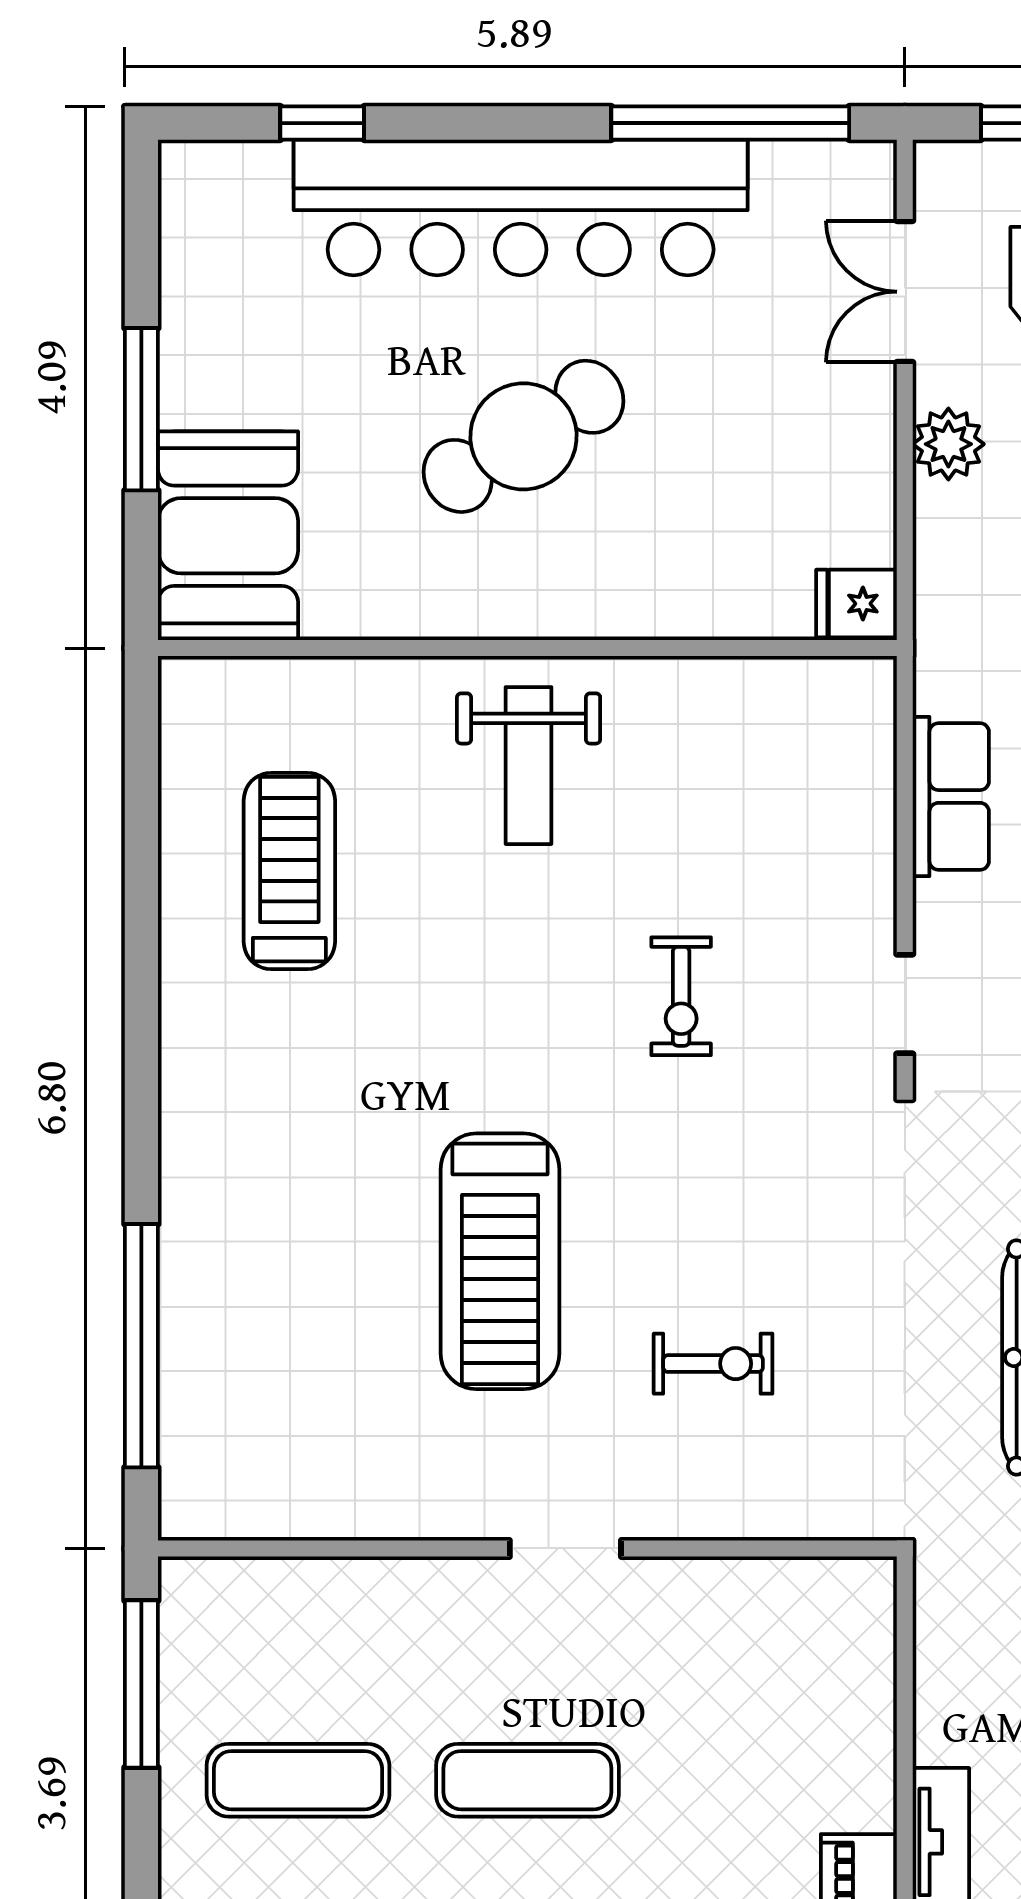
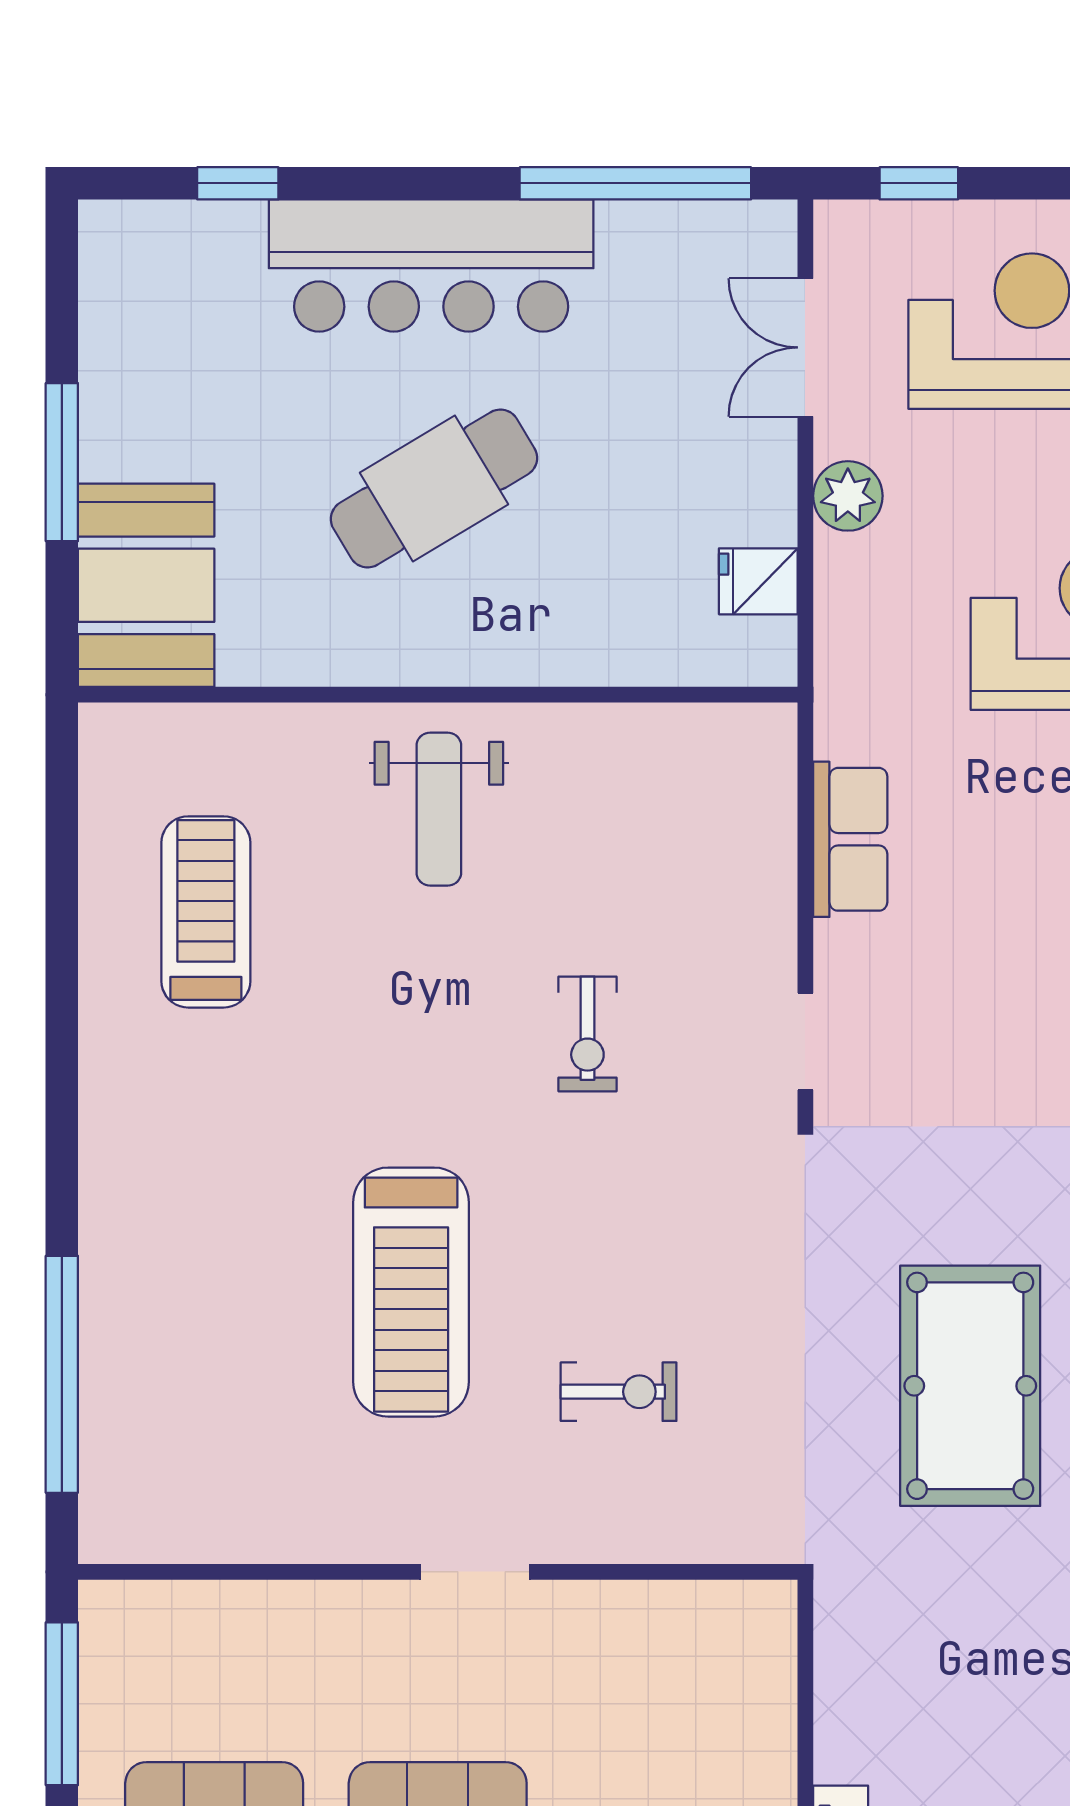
bar counter: (521, 207) -> (431, 266), width x0.73
fridge: (856, 604) -> (758, 581), moved

